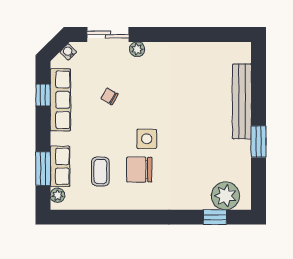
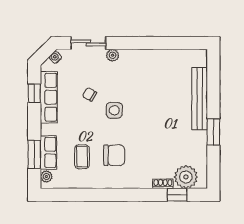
side table: (147, 139) -> (114, 110), moved
chair: (139, 170) -> (114, 155), turned 180
shoe rack: (198, 204) -> (163, 184), added

